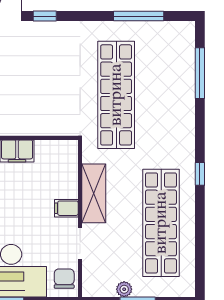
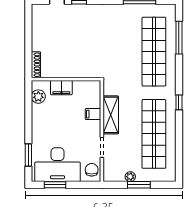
shop shelf: (116, 95) -> (154, 52), moved
filing cabinet: (66, 208) -> (93, 114), moved

